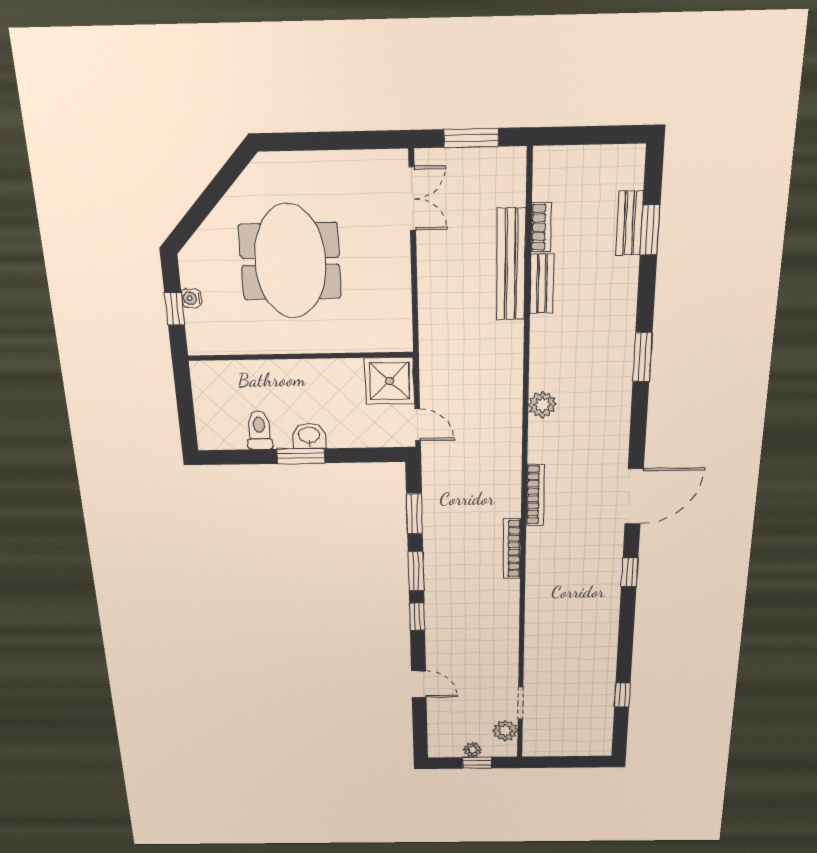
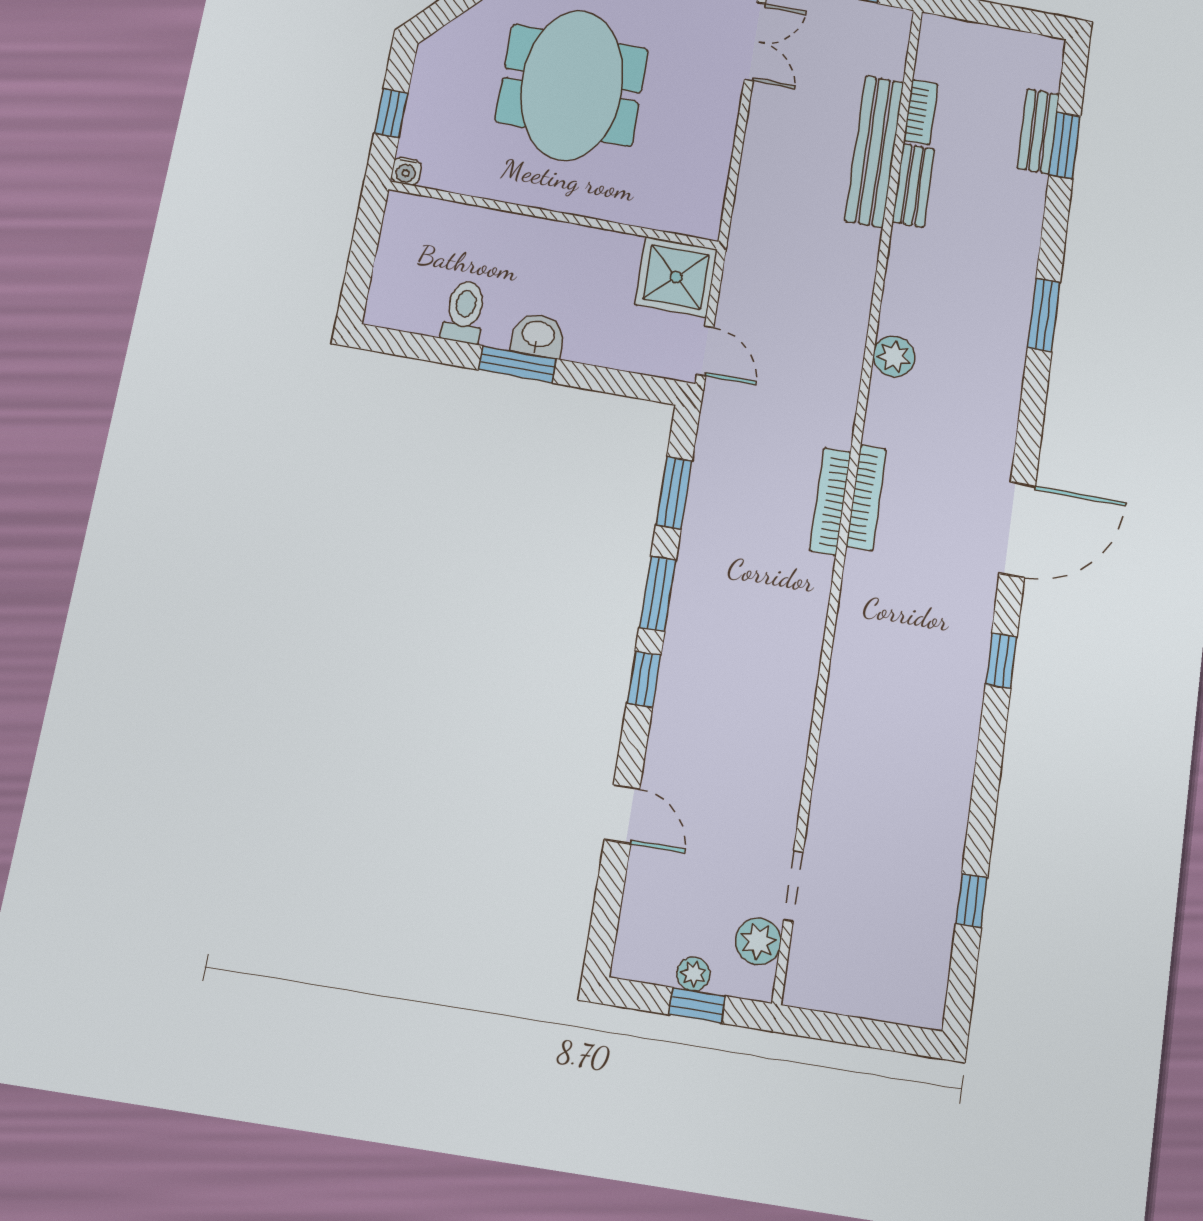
water cooler: (191, 298) -> (406, 171), moved, turned -90
bookcase: (512, 549) -> (830, 501), moved

